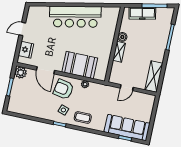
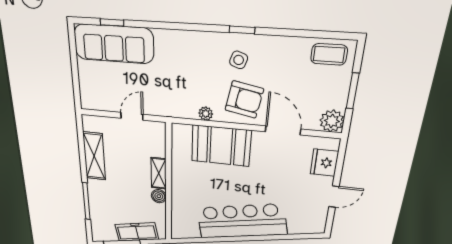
shelving: (154, 77) -> (94, 156), moved
coffee table: (83, 117) -> (329, 54), moved

